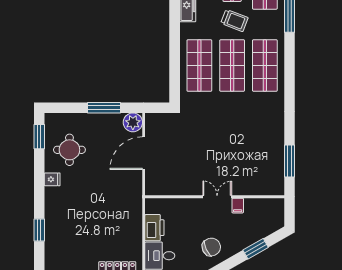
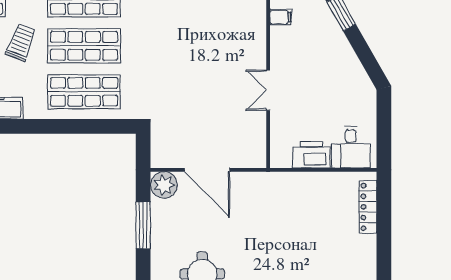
double door: (217, 197) -> (268, 90), moved
filing cabinet: (238, 206) -> (280, 17), moved
chair: (211, 247) -> (339, 75), removed

